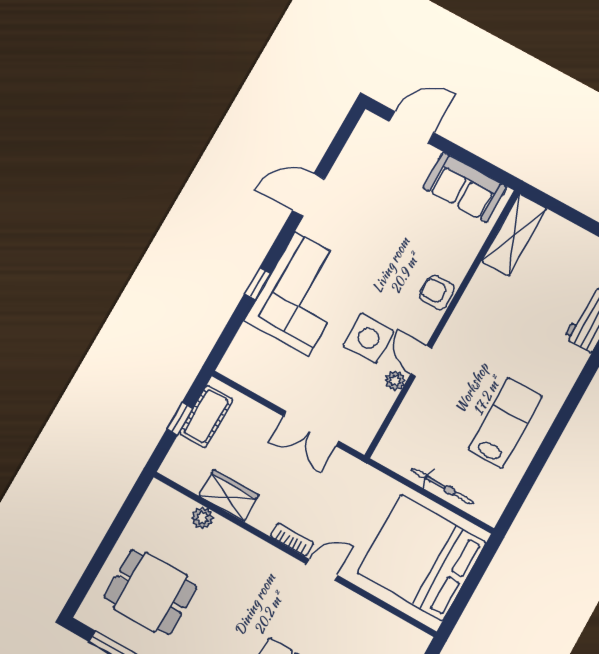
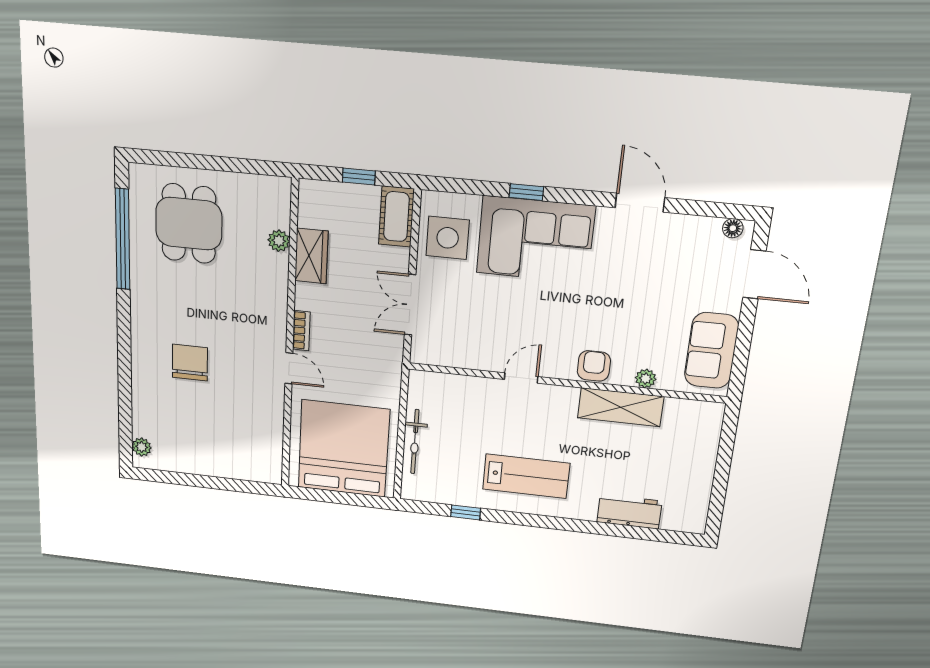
floor lamp: (364, 129) -> (733, 228), added
shelving: (514, 235) -> (621, 407), moved
side table: (368, 338) -> (448, 238), moved
plant: (395, 381) -> (646, 379), moved
cot: (206, 416) -> (396, 217), moved, turned 90
lab bench: (505, 423) -> (526, 476), moved
window: (533, 472) -> (466, 512), added

